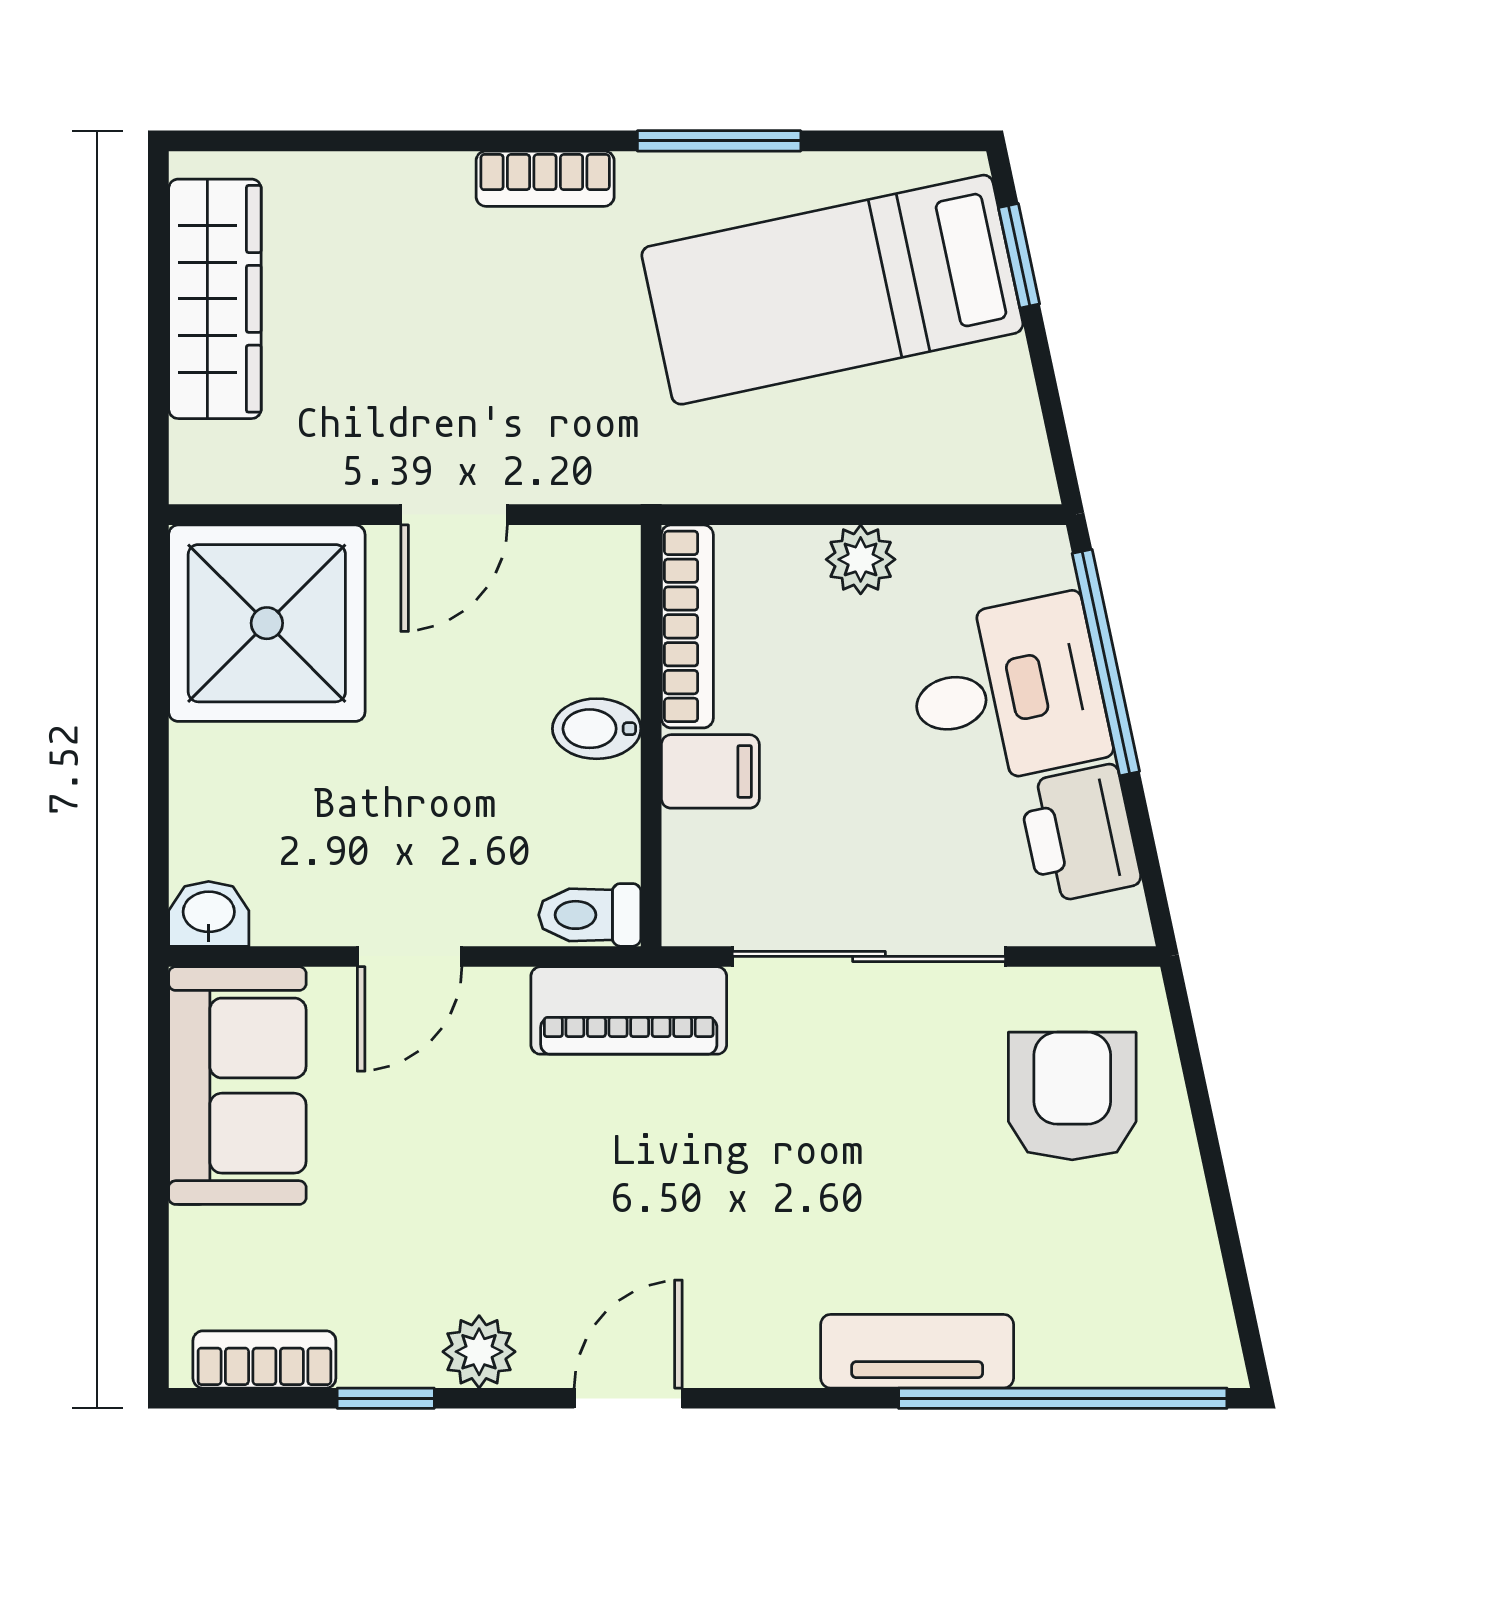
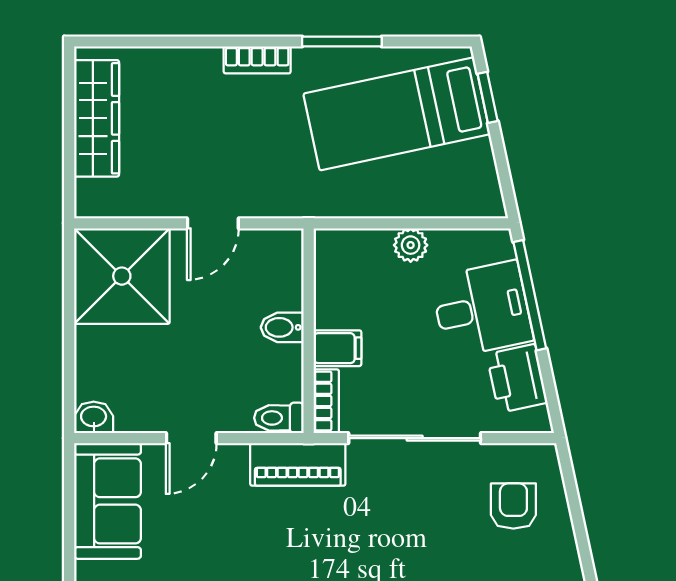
bookcase: (687, 626) -> (326, 401), moved, width x0.64
armchair: (1072, 1096) -> (513, 506), width x0.72, depth x0.72

